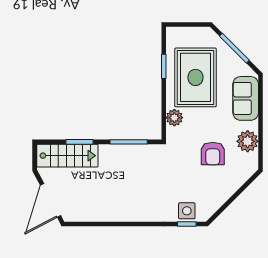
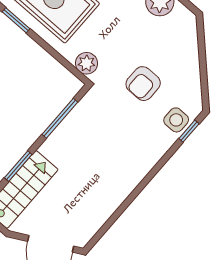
plant: (174, 118) -> (87, 63), moved
armchair: (213, 154) -> (143, 84), moved, turned 90

